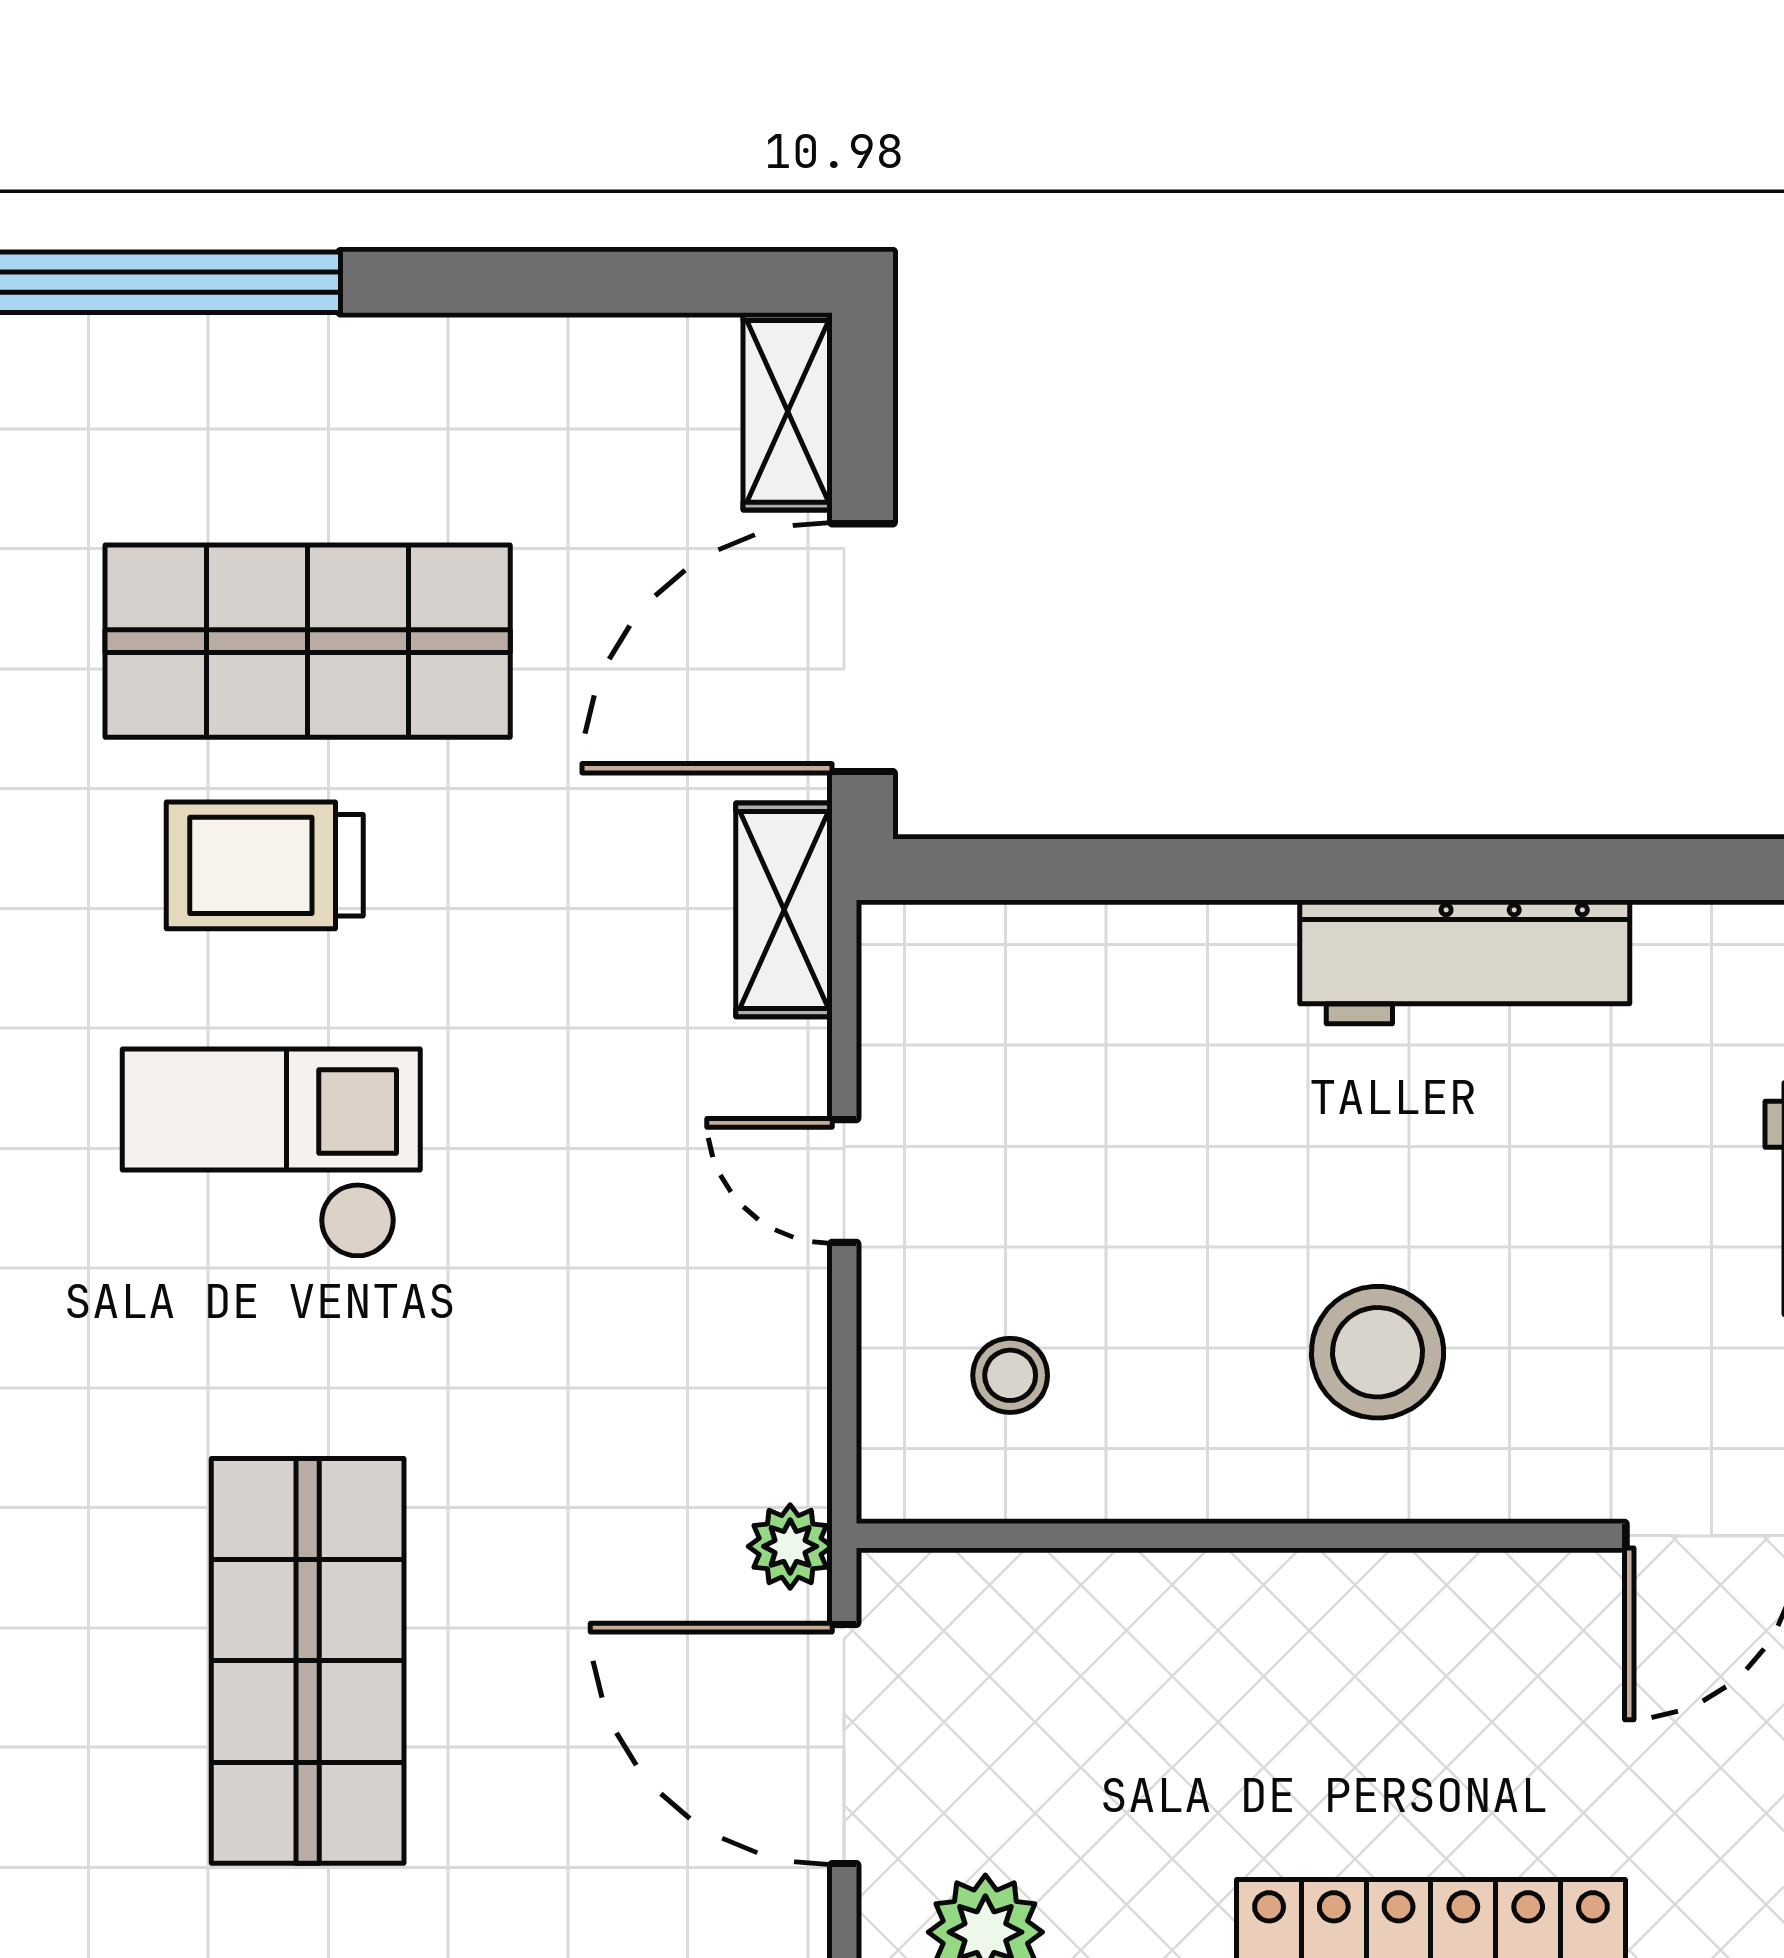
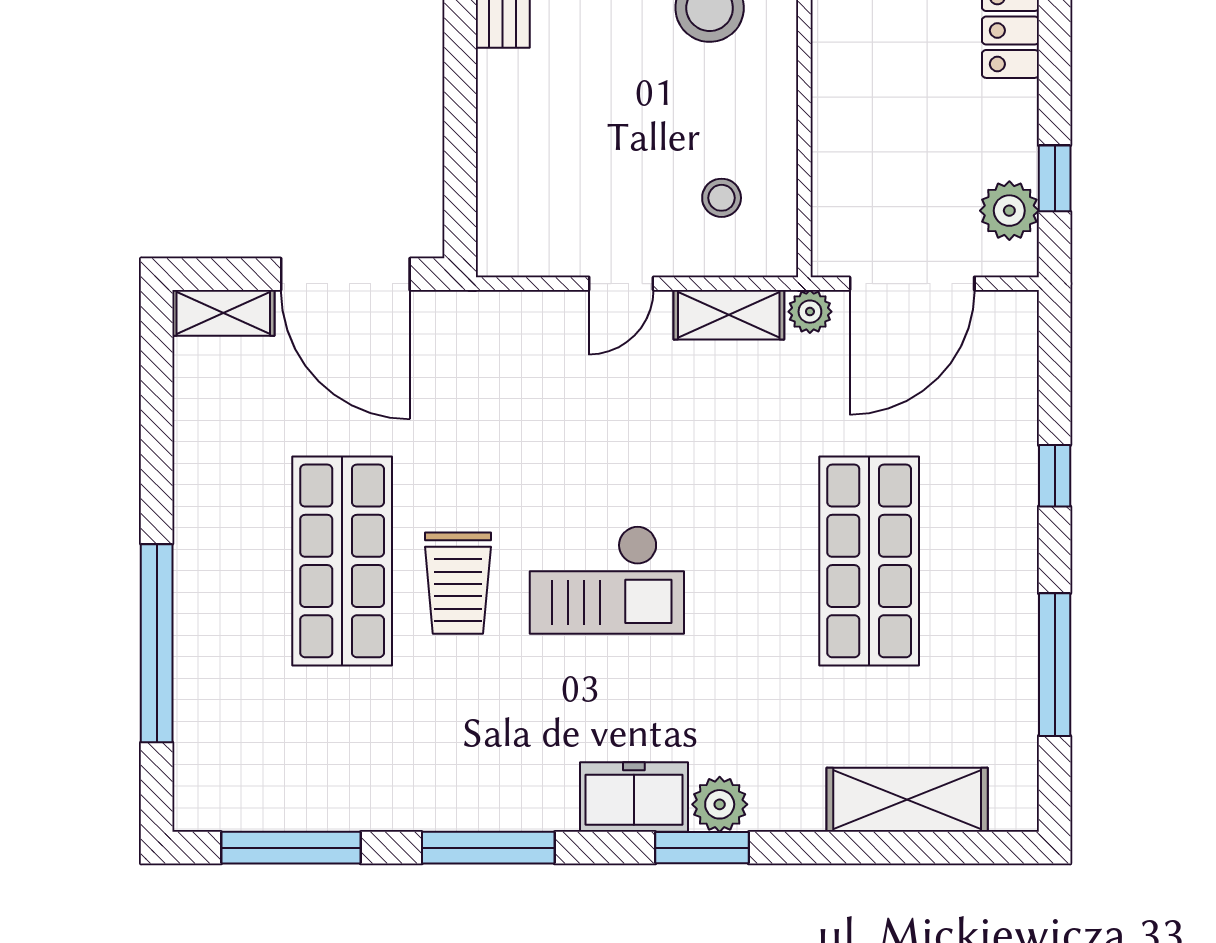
shelving: (784, 910) -> (729, 315), moved
checkout: (271, 1153) -> (607, 580), turned -90
shop shelf: (308, 1661) -> (869, 561), turned 90

